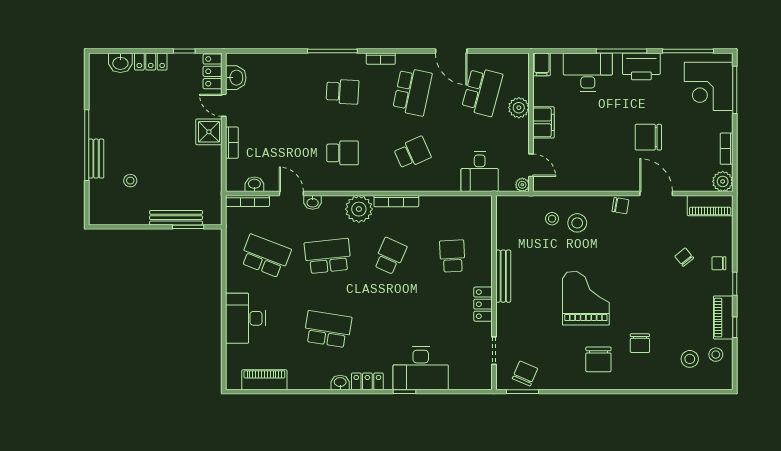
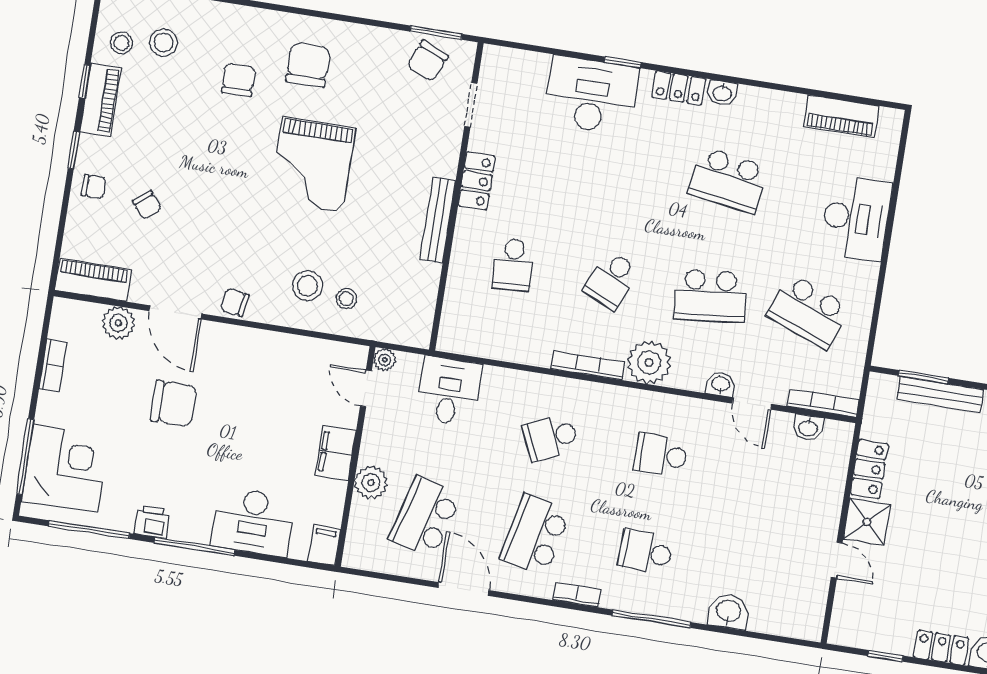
printer: (641, 66) -> (152, 522), width x0.53, depth x0.68
locker: (213, 71) -> (869, 469), moved
washbasin: (236, 78) -> (729, 612), moved, turned 90
bookcase: (232, 143) -> (833, 499), removed
plant: (723, 181) -> (118, 323), moved

